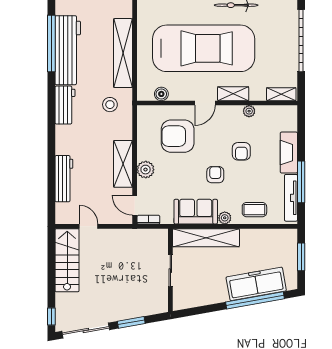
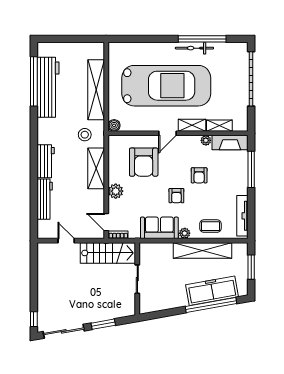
boiler: (161, 94) -> (114, 125), moved
shelving: (281, 94) -> (219, 126), moved
workbench: (65, 105) -> (46, 161), moved
armchair: (178, 136) -> (144, 162), turned -90
fireplace: (289, 153) -> (230, 143), moved, turned -90
shelving: (123, 164) -> (96, 168), moved
armchair: (215, 175) -> (176, 196), turned 180
window: (301, 182) -> (251, 169), moved
shelving: (206, 238) -> (203, 251), moved
stairs: (67, 260) -> (108, 253), moved, turned 90

